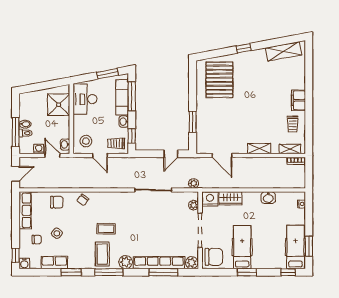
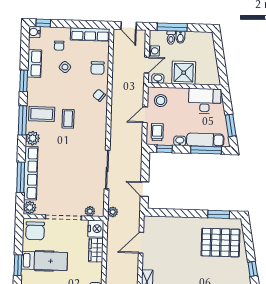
shower: (59, 105) -> (184, 73), moved
window: (193, 122) -> (219, 214), moved

